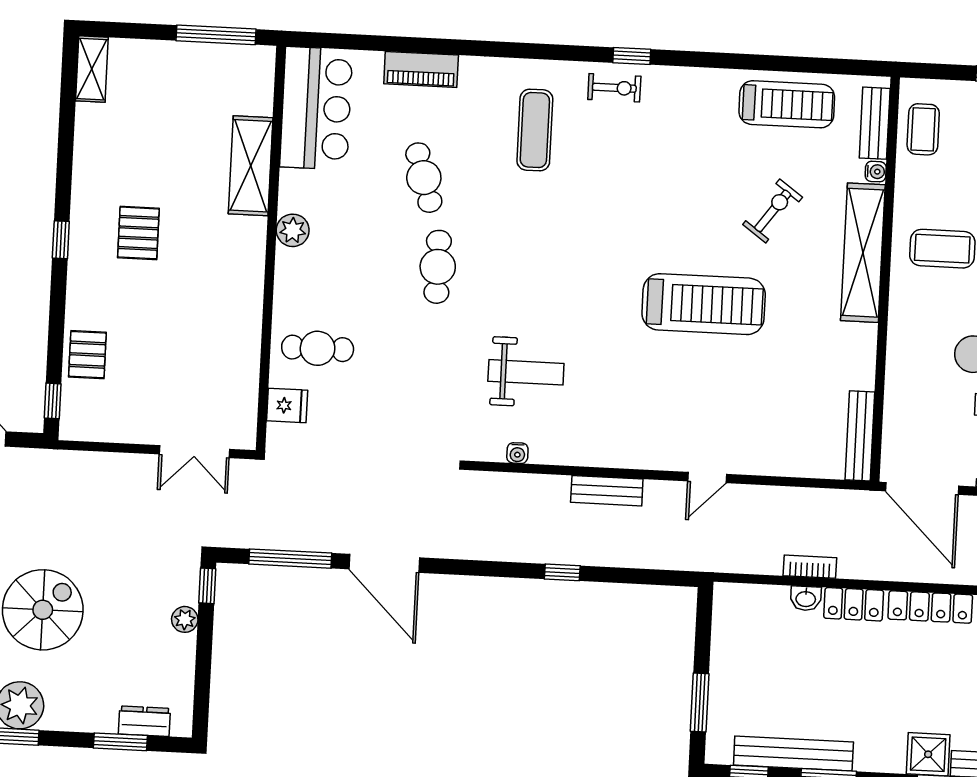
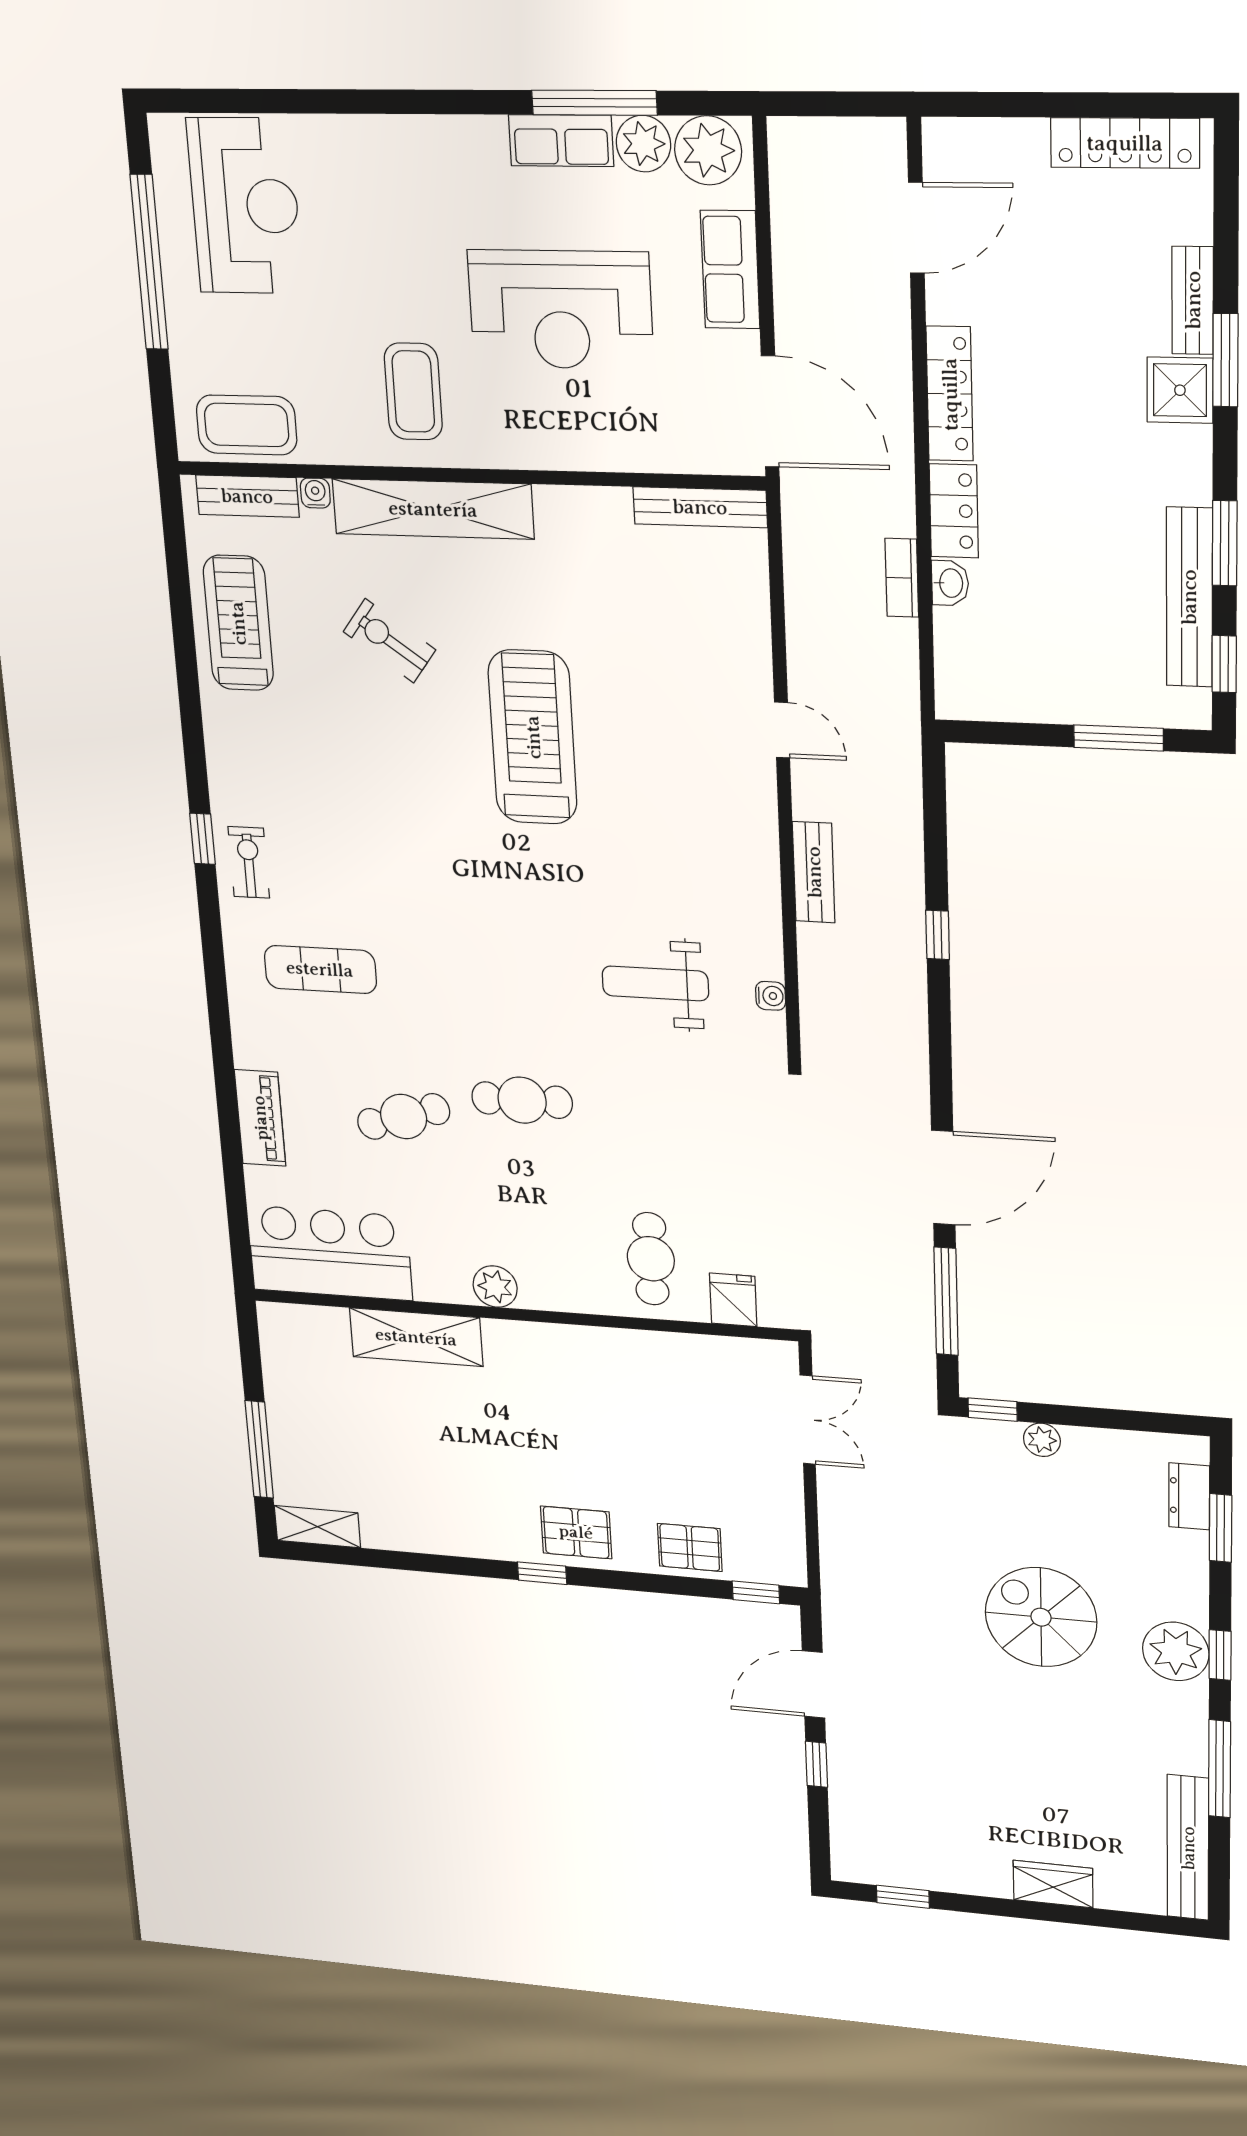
window: (216, 35) -> (259, 1449), moved
coffee table: (923, 129) -> (247, 425), width x1.36, depth x1.30
pallet: (138, 233) -> (576, 1532), moved
weight bench: (526, 372) -> (655, 983), turned -90
door: (922, 488) -> (770, 411), hinge flipped

